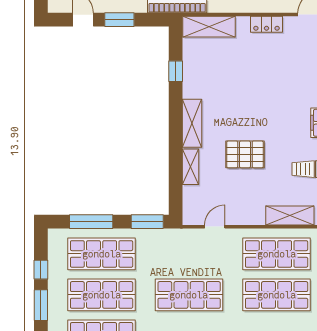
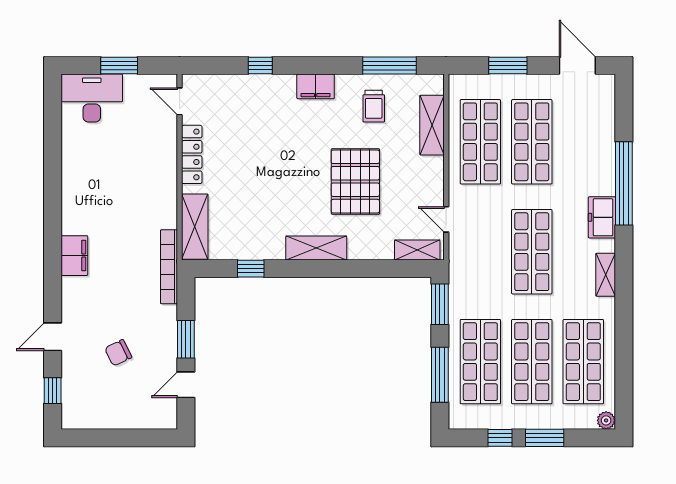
locker: (266, 24) -> (192, 154), width x1.53
pallet: (245, 154) -> (355, 181), width x1.37, depth x1.41
shelving: (190, 167) -> (417, 250), moved

